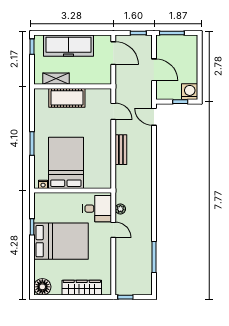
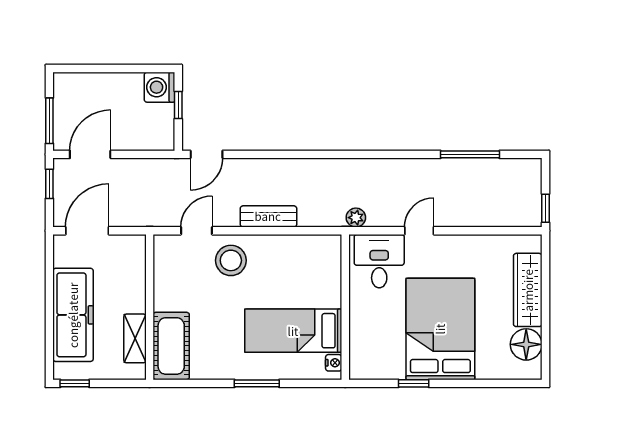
door: (154, 70) -> (90, 154), moved
cot: (67, 98) -> (171, 346), moved
stool: (97, 130) -> (231, 260), added
bed: (66, 163) -> (293, 331), width x0.67
plant: (120, 209) -> (356, 218), moved
floor lamp: (42, 287) -> (526, 344), moved

